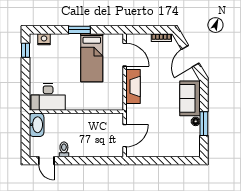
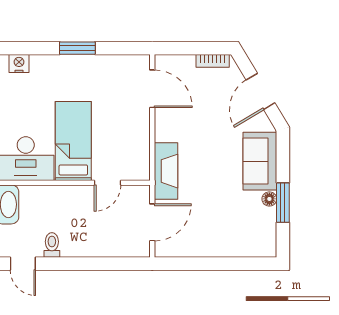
bed: (92, 58) -> (73, 141), moved, turned 180
fireplace: (133, 87) -> (166, 171), moved
door: (98, 112) -> (107, 183), added

